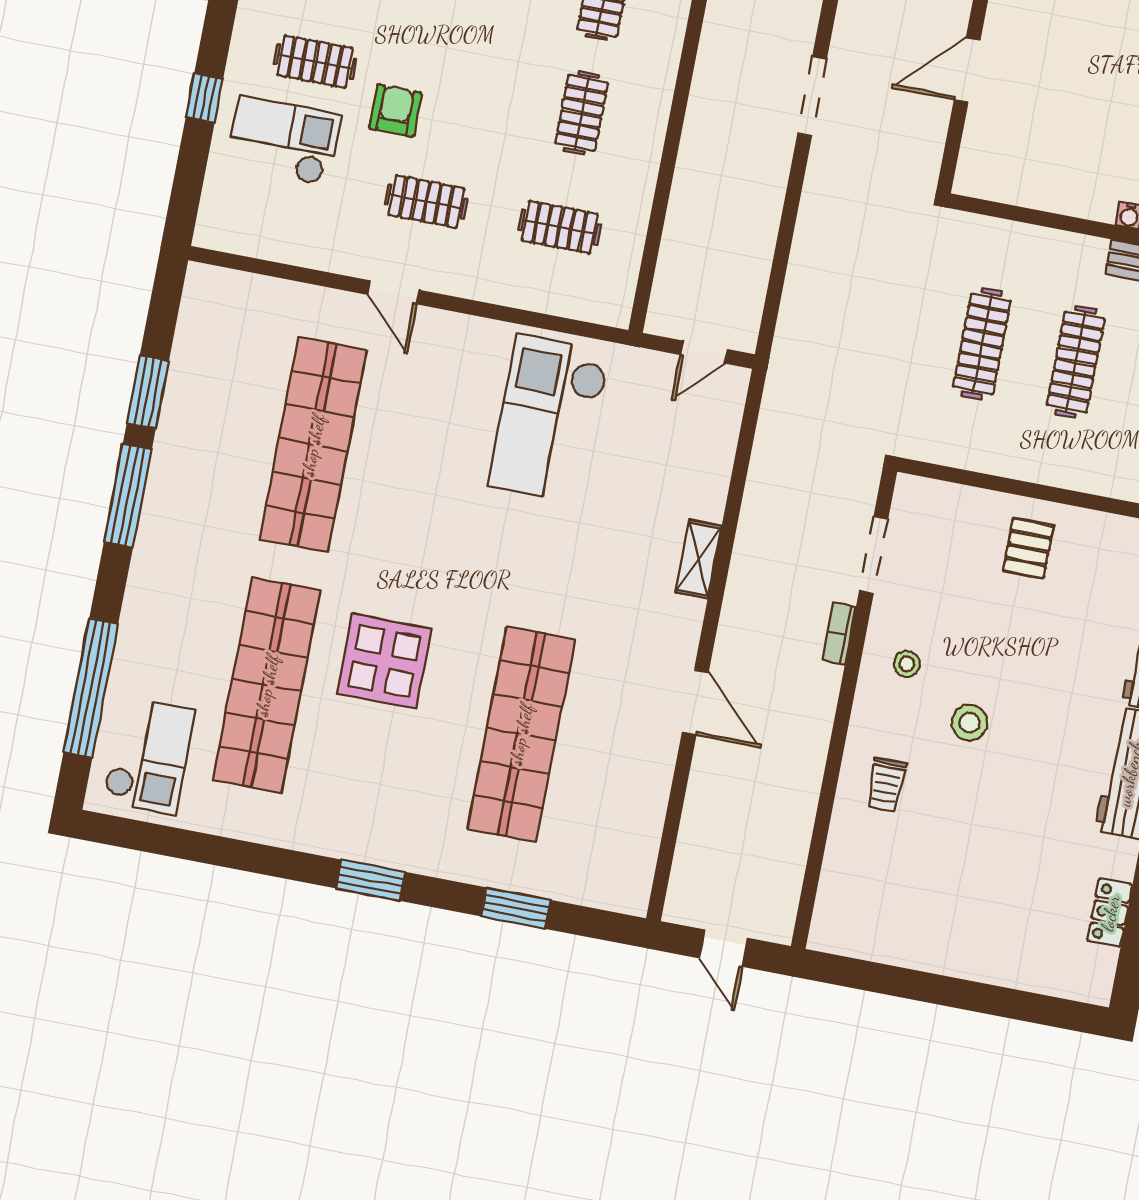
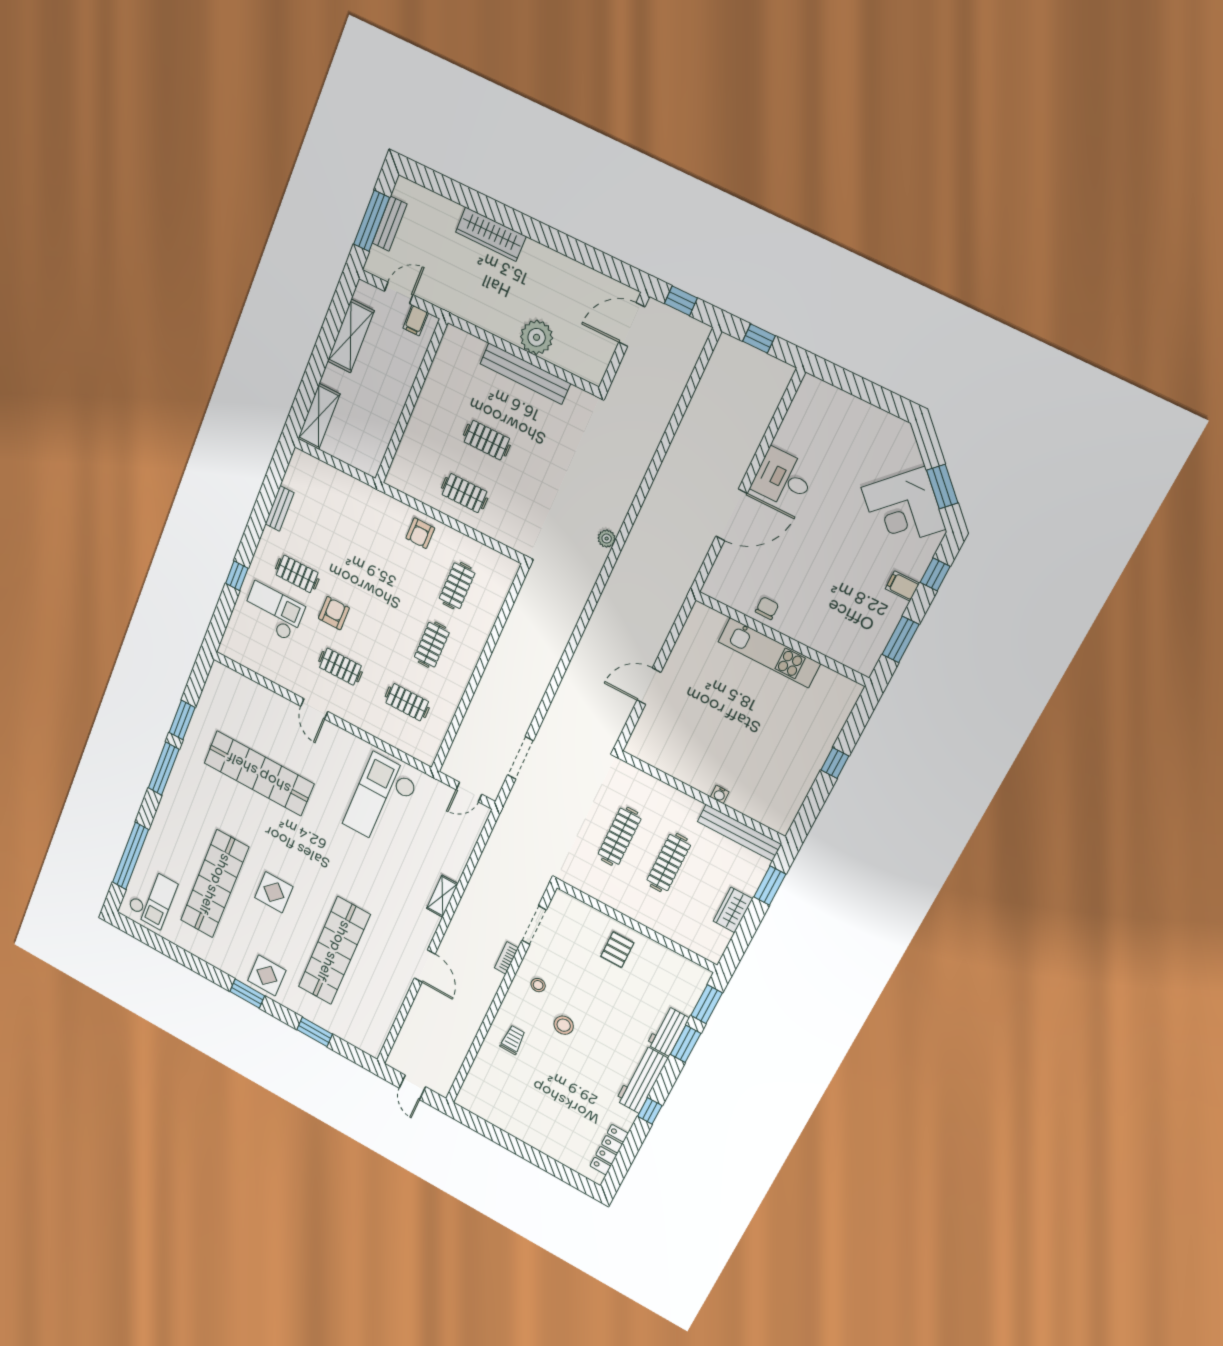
doorway: (812, 96) -> (520, 758), moved
shop shelf: (313, 445) -> (259, 773), turned 90
display table: (384, 661) -> (274, 892), width x0.73, depth x0.73
trolley: (886, 785) -> (513, 1040), turned 180
display table: (402, 830) -> (267, 975), added
locker: (1110, 913) -> (609, 1150), width x1.53

